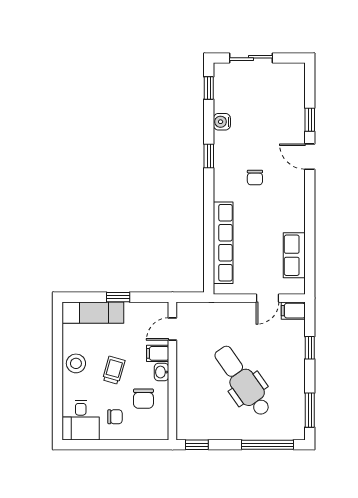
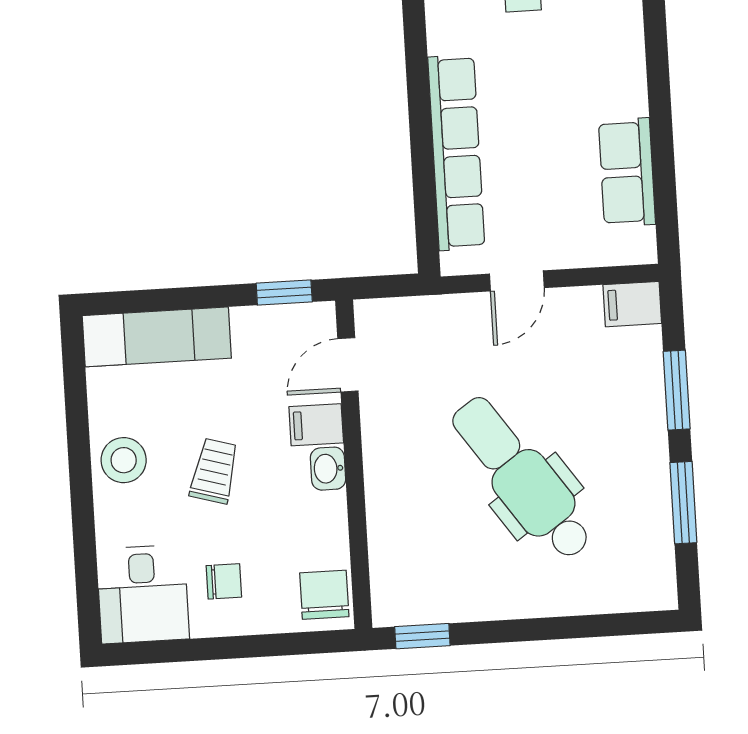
window: (118, 297) -> (284, 292), moved
door: (267, 298) -> (517, 281), moved
window: (310, 348) -> (677, 390), width x1.50
chair: (143, 399) -> (324, 595), moved, turned 180
window: (310, 410) -> (683, 503), moved
window: (268, 445) -> (590, 626), removed

